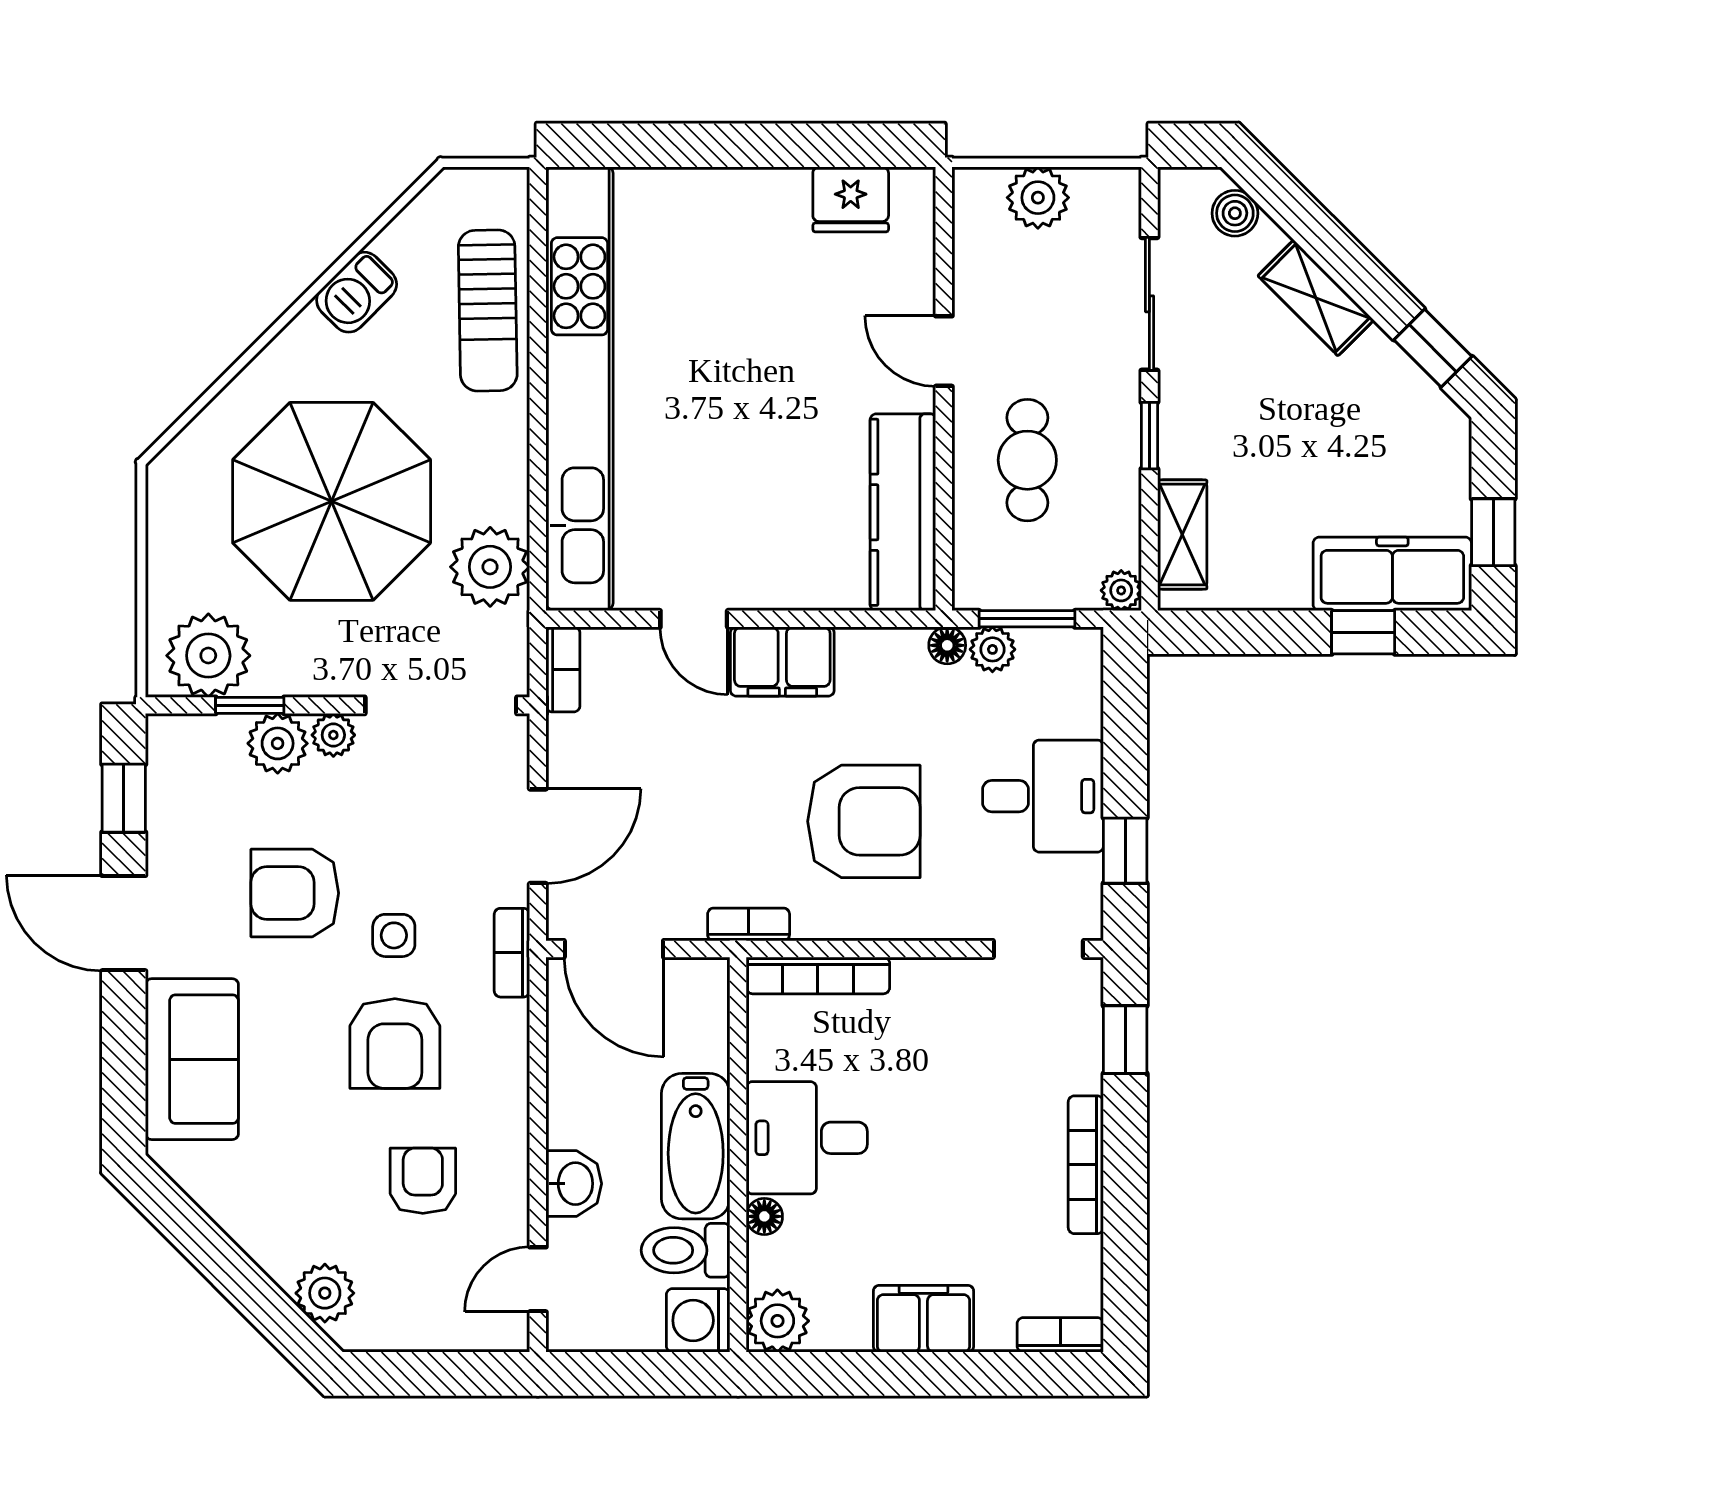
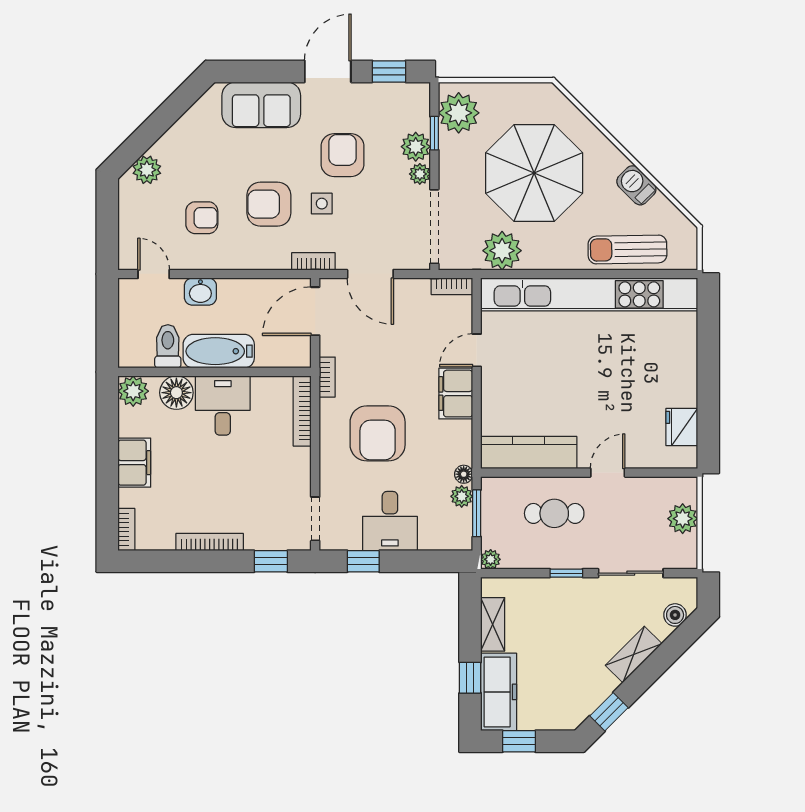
shelving: (1182, 535) -> (493, 624), moved, turned 90
floor lamp: (764, 1216) -> (176, 393), width x1.89, depth x1.89
washing machine: (698, 1320) -> (133, 352), removed

